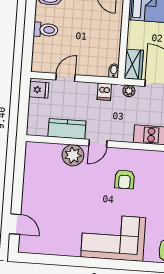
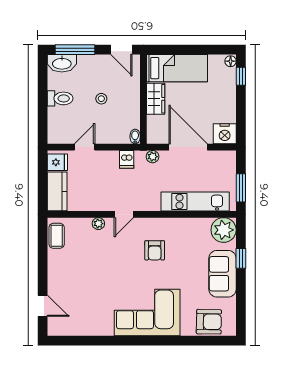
stool: (85, 33) -> (101, 99), added
wardrobe: (134, 64) -> (156, 99), moved
kitchen counter: (67, 129) -> (57, 191), moved, turned 90
plant: (73, 155) -> (98, 224), width x0.53, depth x0.53
coffee table: (33, 159) -> (57, 236), added

